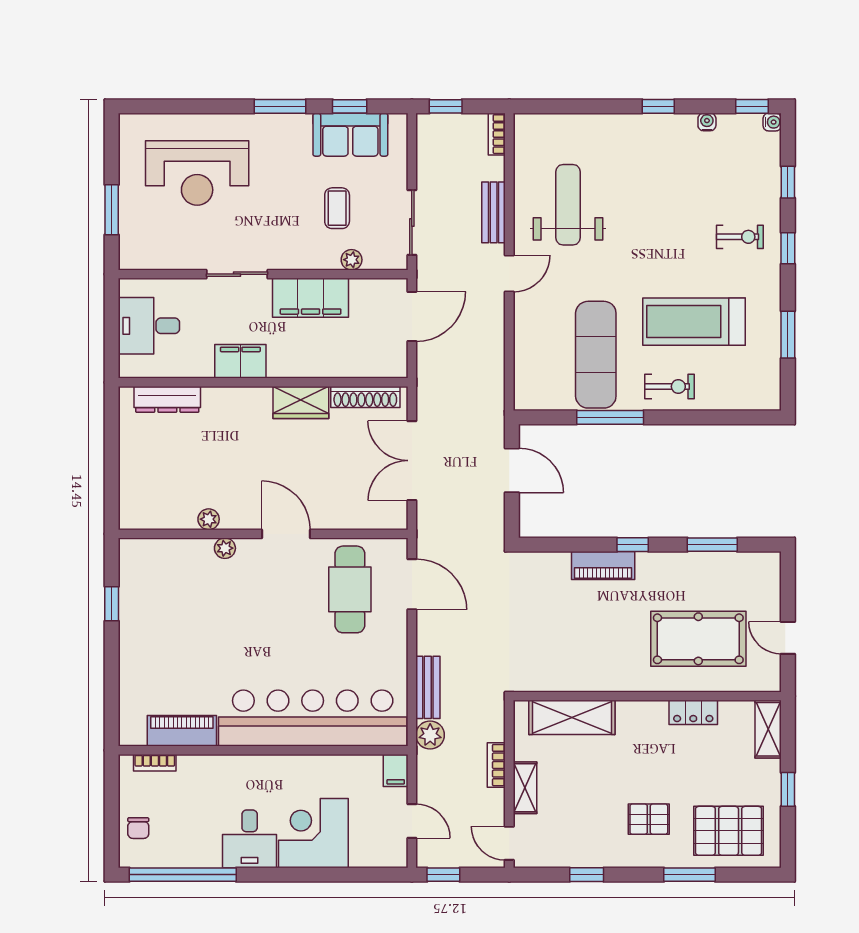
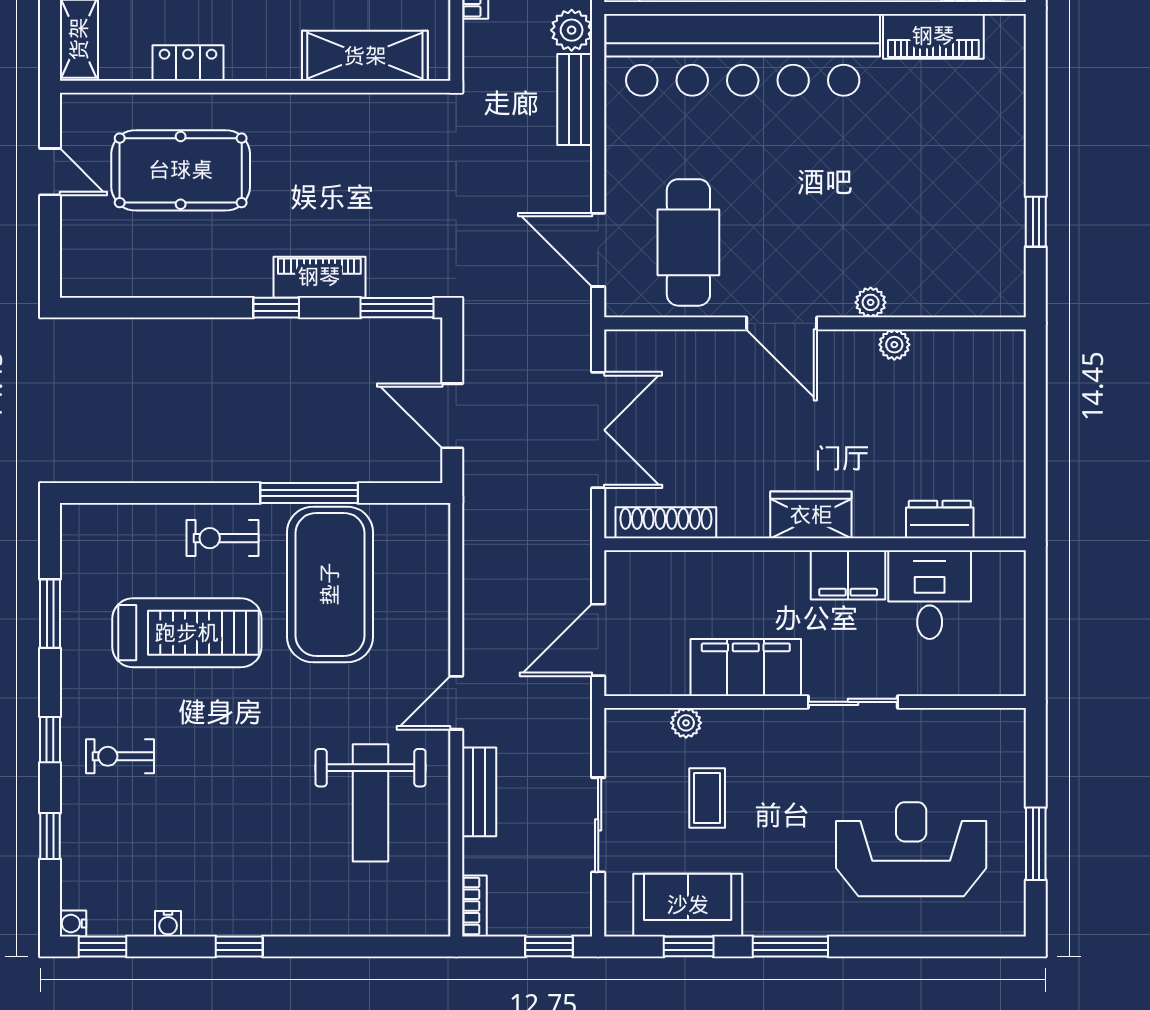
window: (112, 210) -> (1036, 844), moved
sliding door: (412, 222) -> (598, 825), moved
desk: (149, 326) -> (930, 595), moved, turned -90
exercise mat: (596, 355) -> (330, 584), width x1.47
dresser: (167, 399) -> (940, 519), width x0.70
wardrobe: (301, 402) -> (811, 515), moved
window: (712, 545) -> (397, 308), moved

